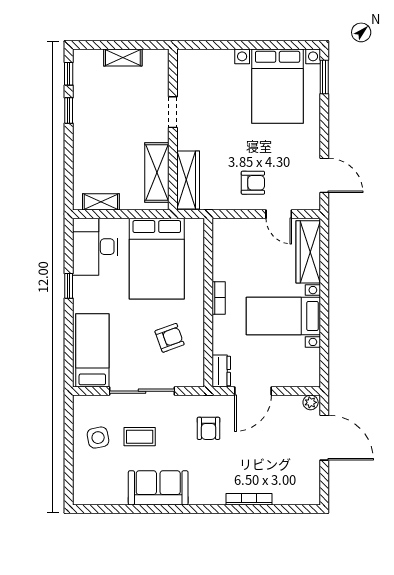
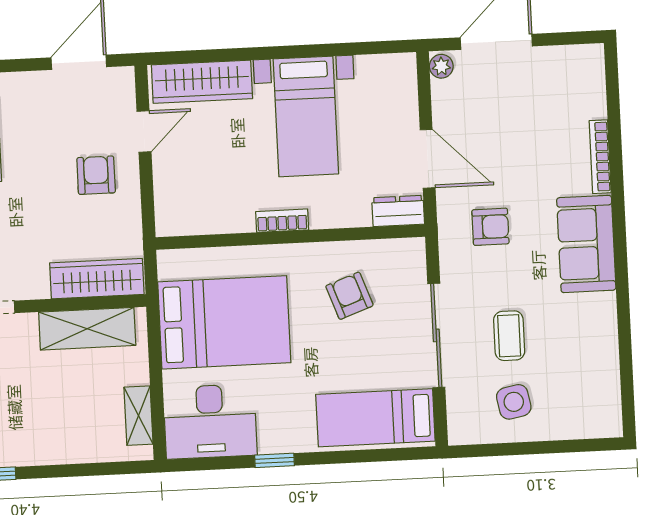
sofa: (158, 488) -> (586, 244), moved

